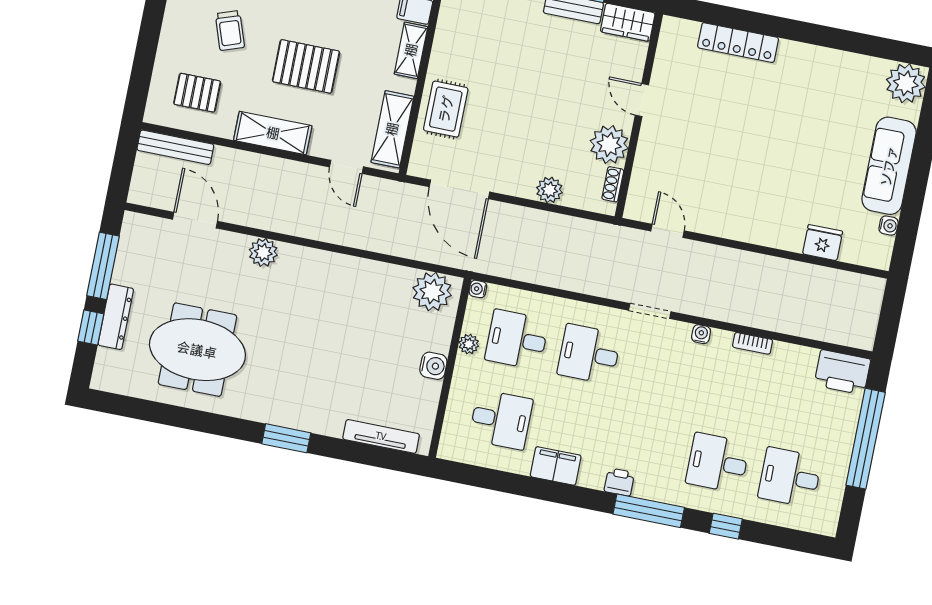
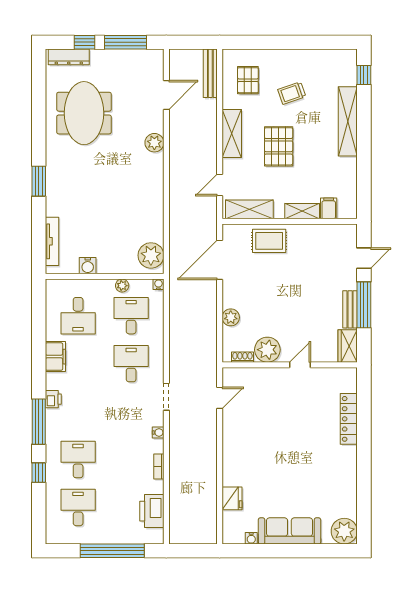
dresser: (116, 317) -> (69, 57), moved
water cooler: (433, 366) -> (88, 266), moved
printer: (842, 372) -> (152, 511), moved

